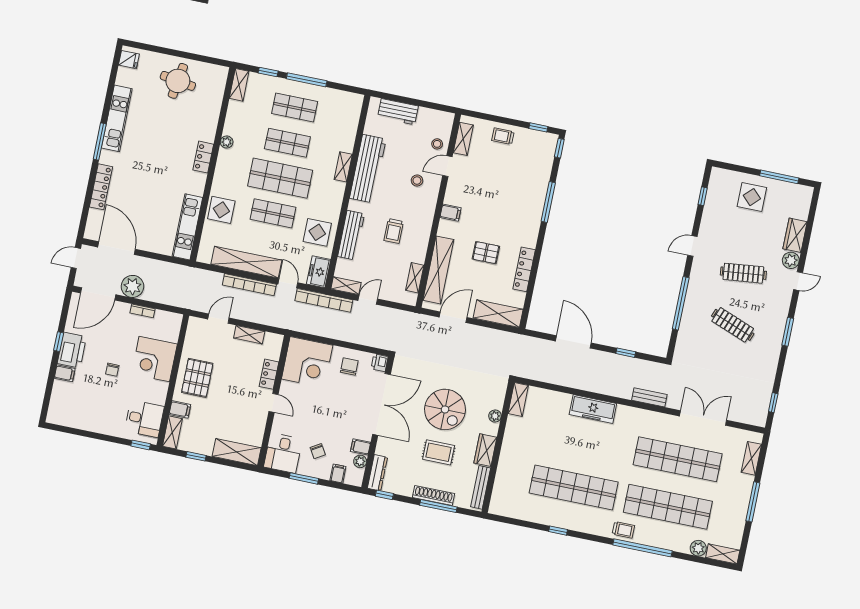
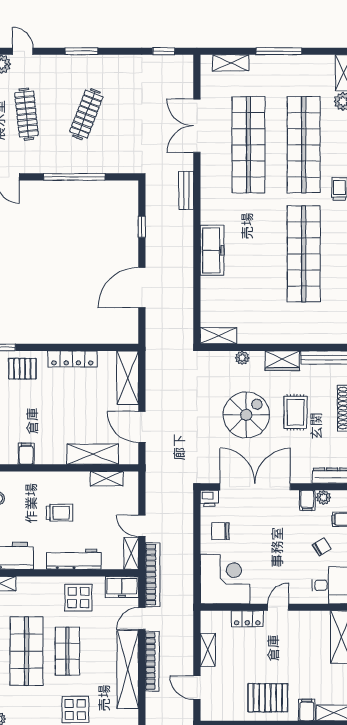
pallet: (486, 253) -> (22, 369), moved, turned 90
shelving: (438, 270) -> (93, 454), width x0.68

